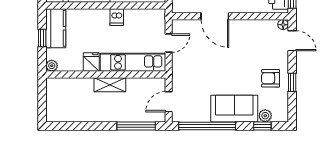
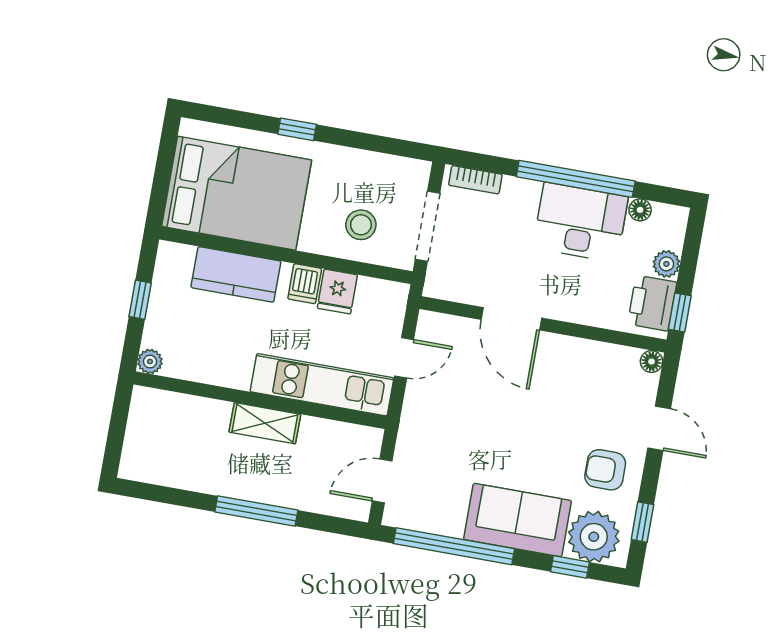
kitchen counter: (56, 28) -> (236, 274), moved, turned 90
door: (292, 41) -> (659, 428), moved
fridge: (91, 62) -> (337, 292), moved, turned 180
window: (292, 82) -> (642, 522), moved
plant: (265, 116) -> (594, 537), width x1.88, depth x1.88
window: (136, 126) -> (256, 511), moved

